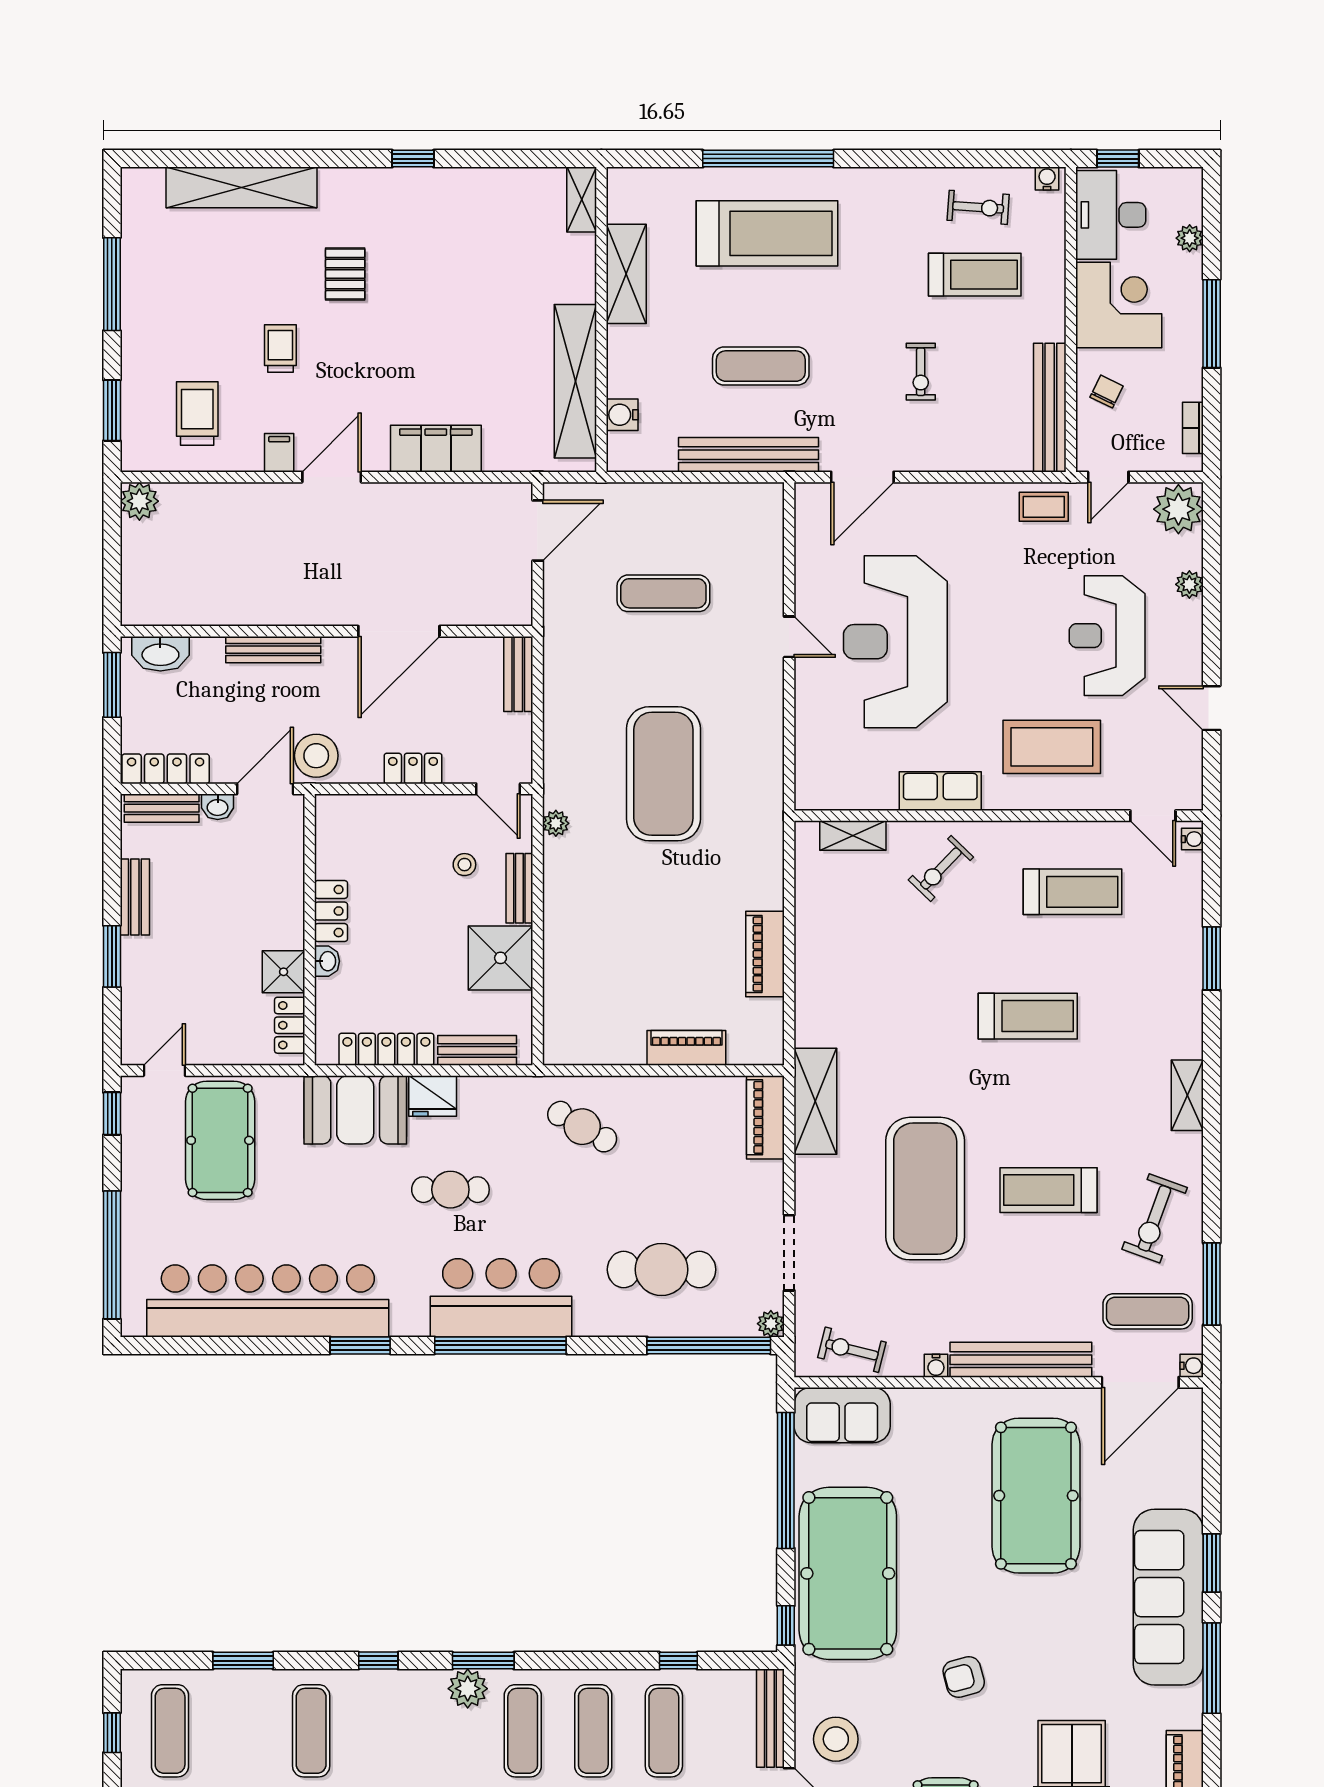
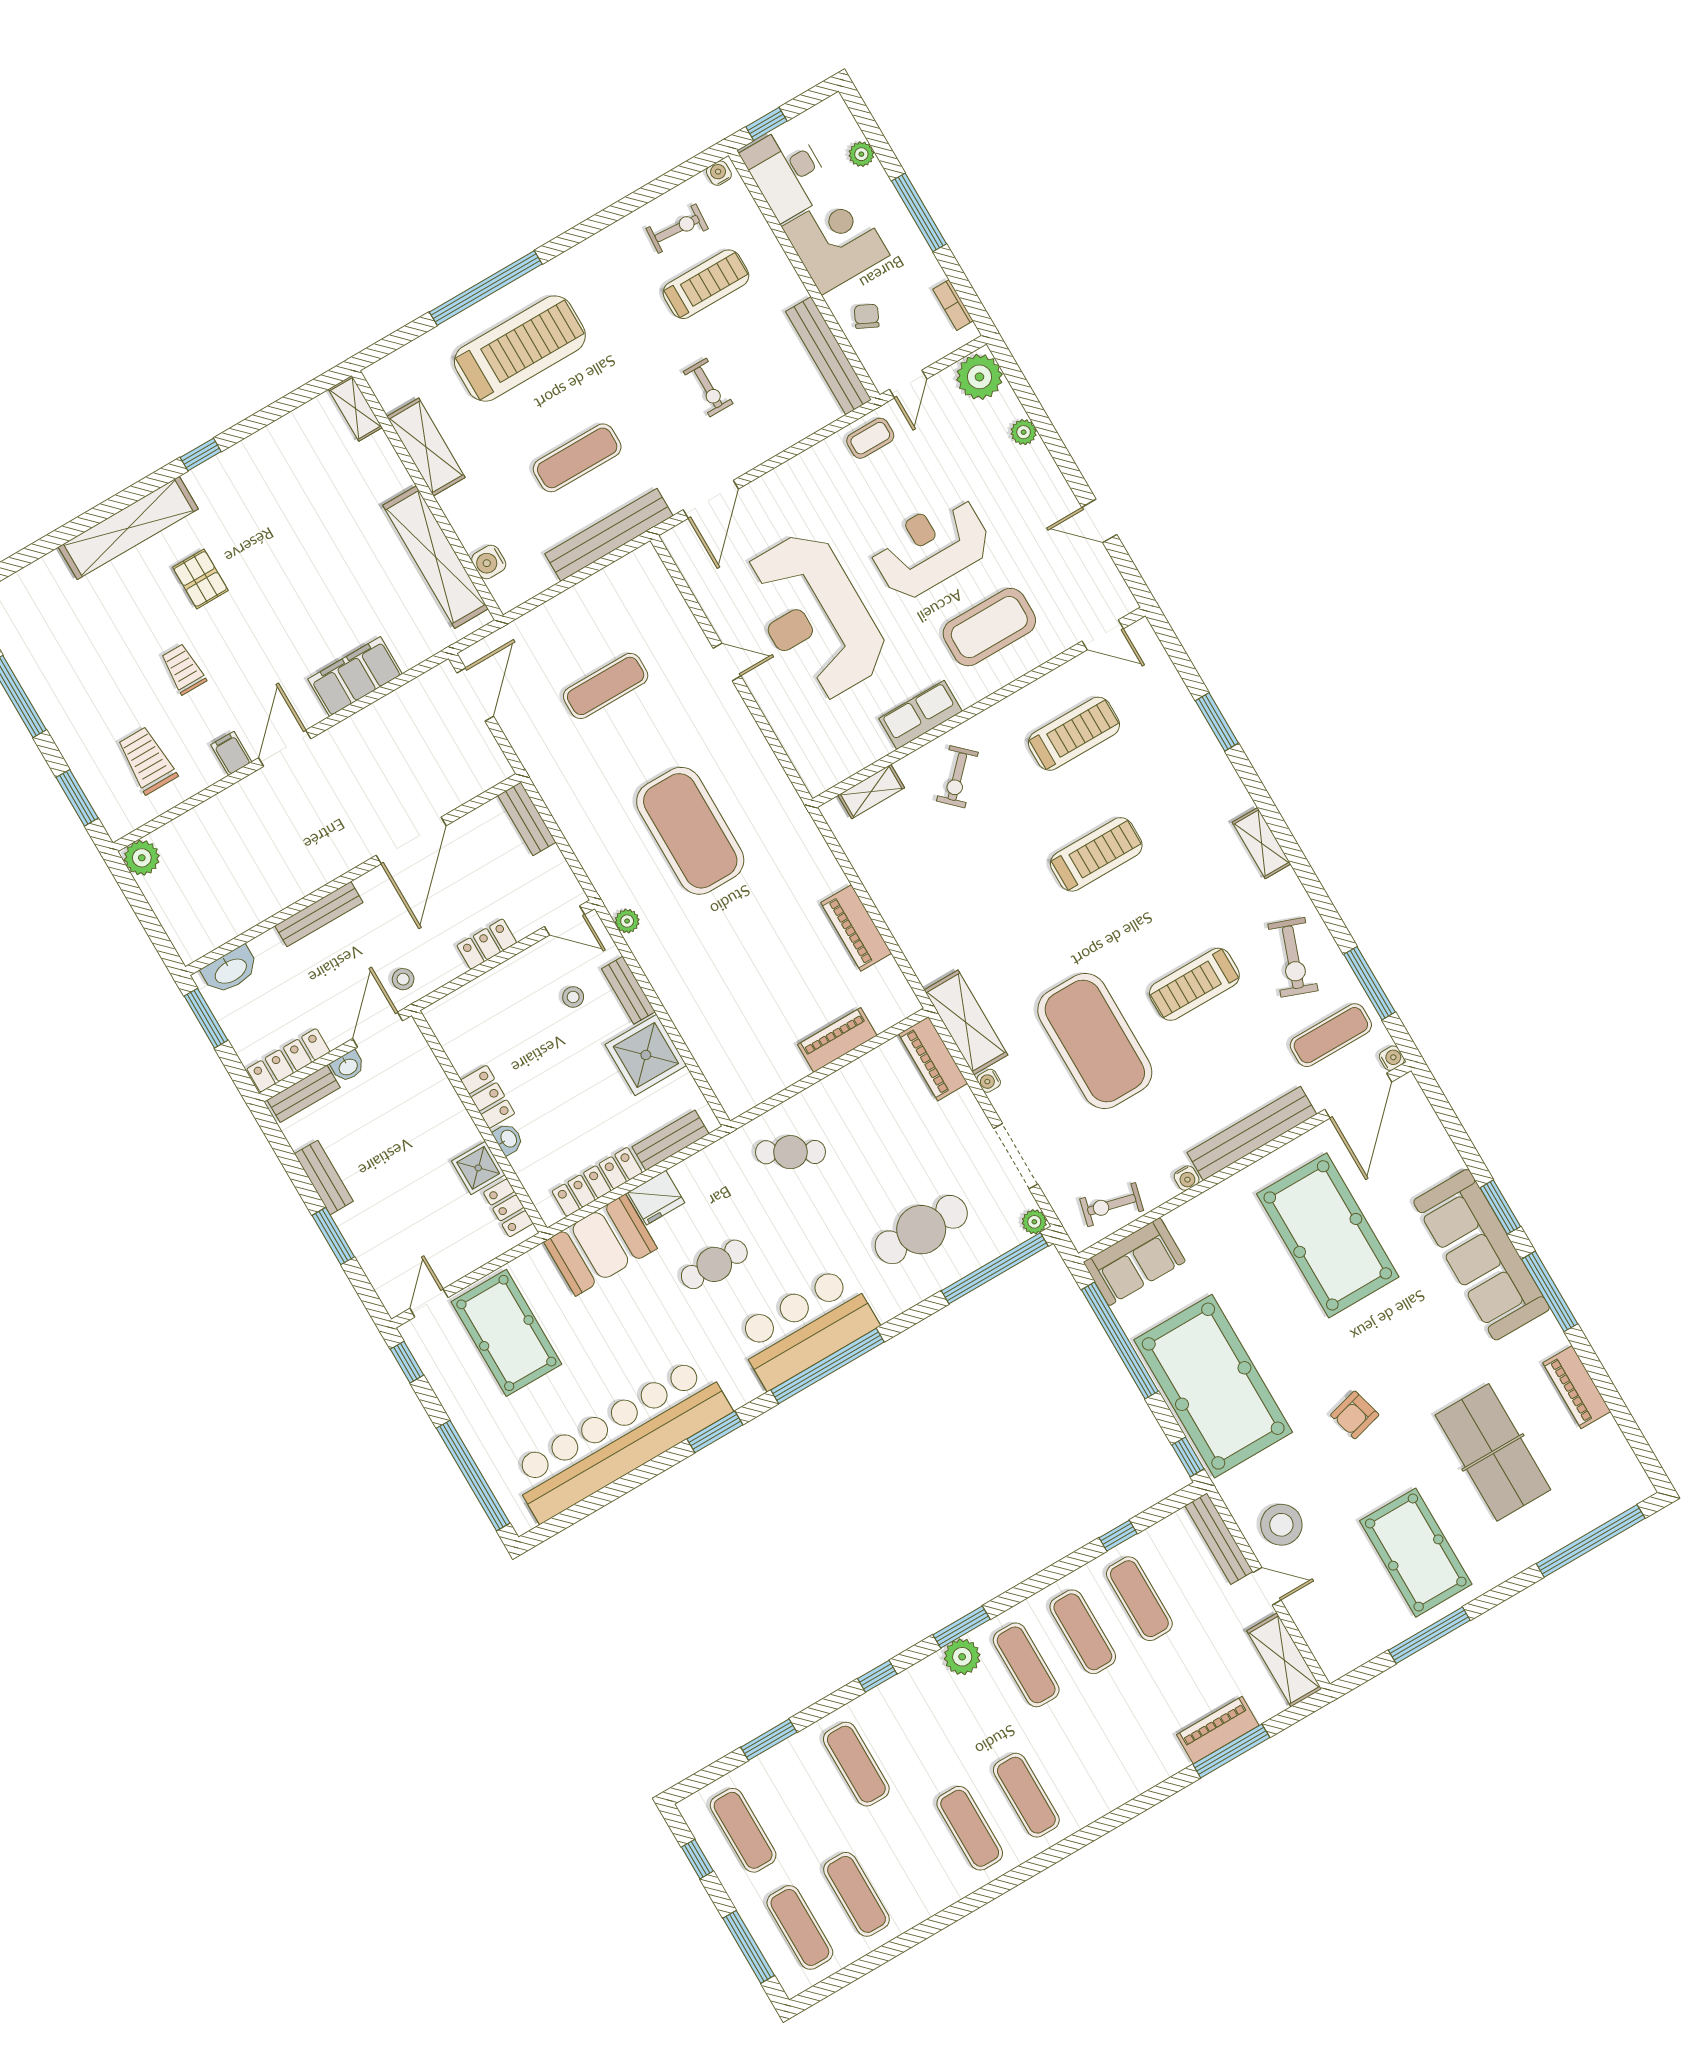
shelving: (242, 187) -> (128, 528), moved
reception desk: (1107, 636) -> (931, 547), moved, turned 90
stool: (316, 756) -> (403, 979), width x0.53, depth x0.53
water cooler: (1192, 839) -> (989, 1081), moved, turned 180

